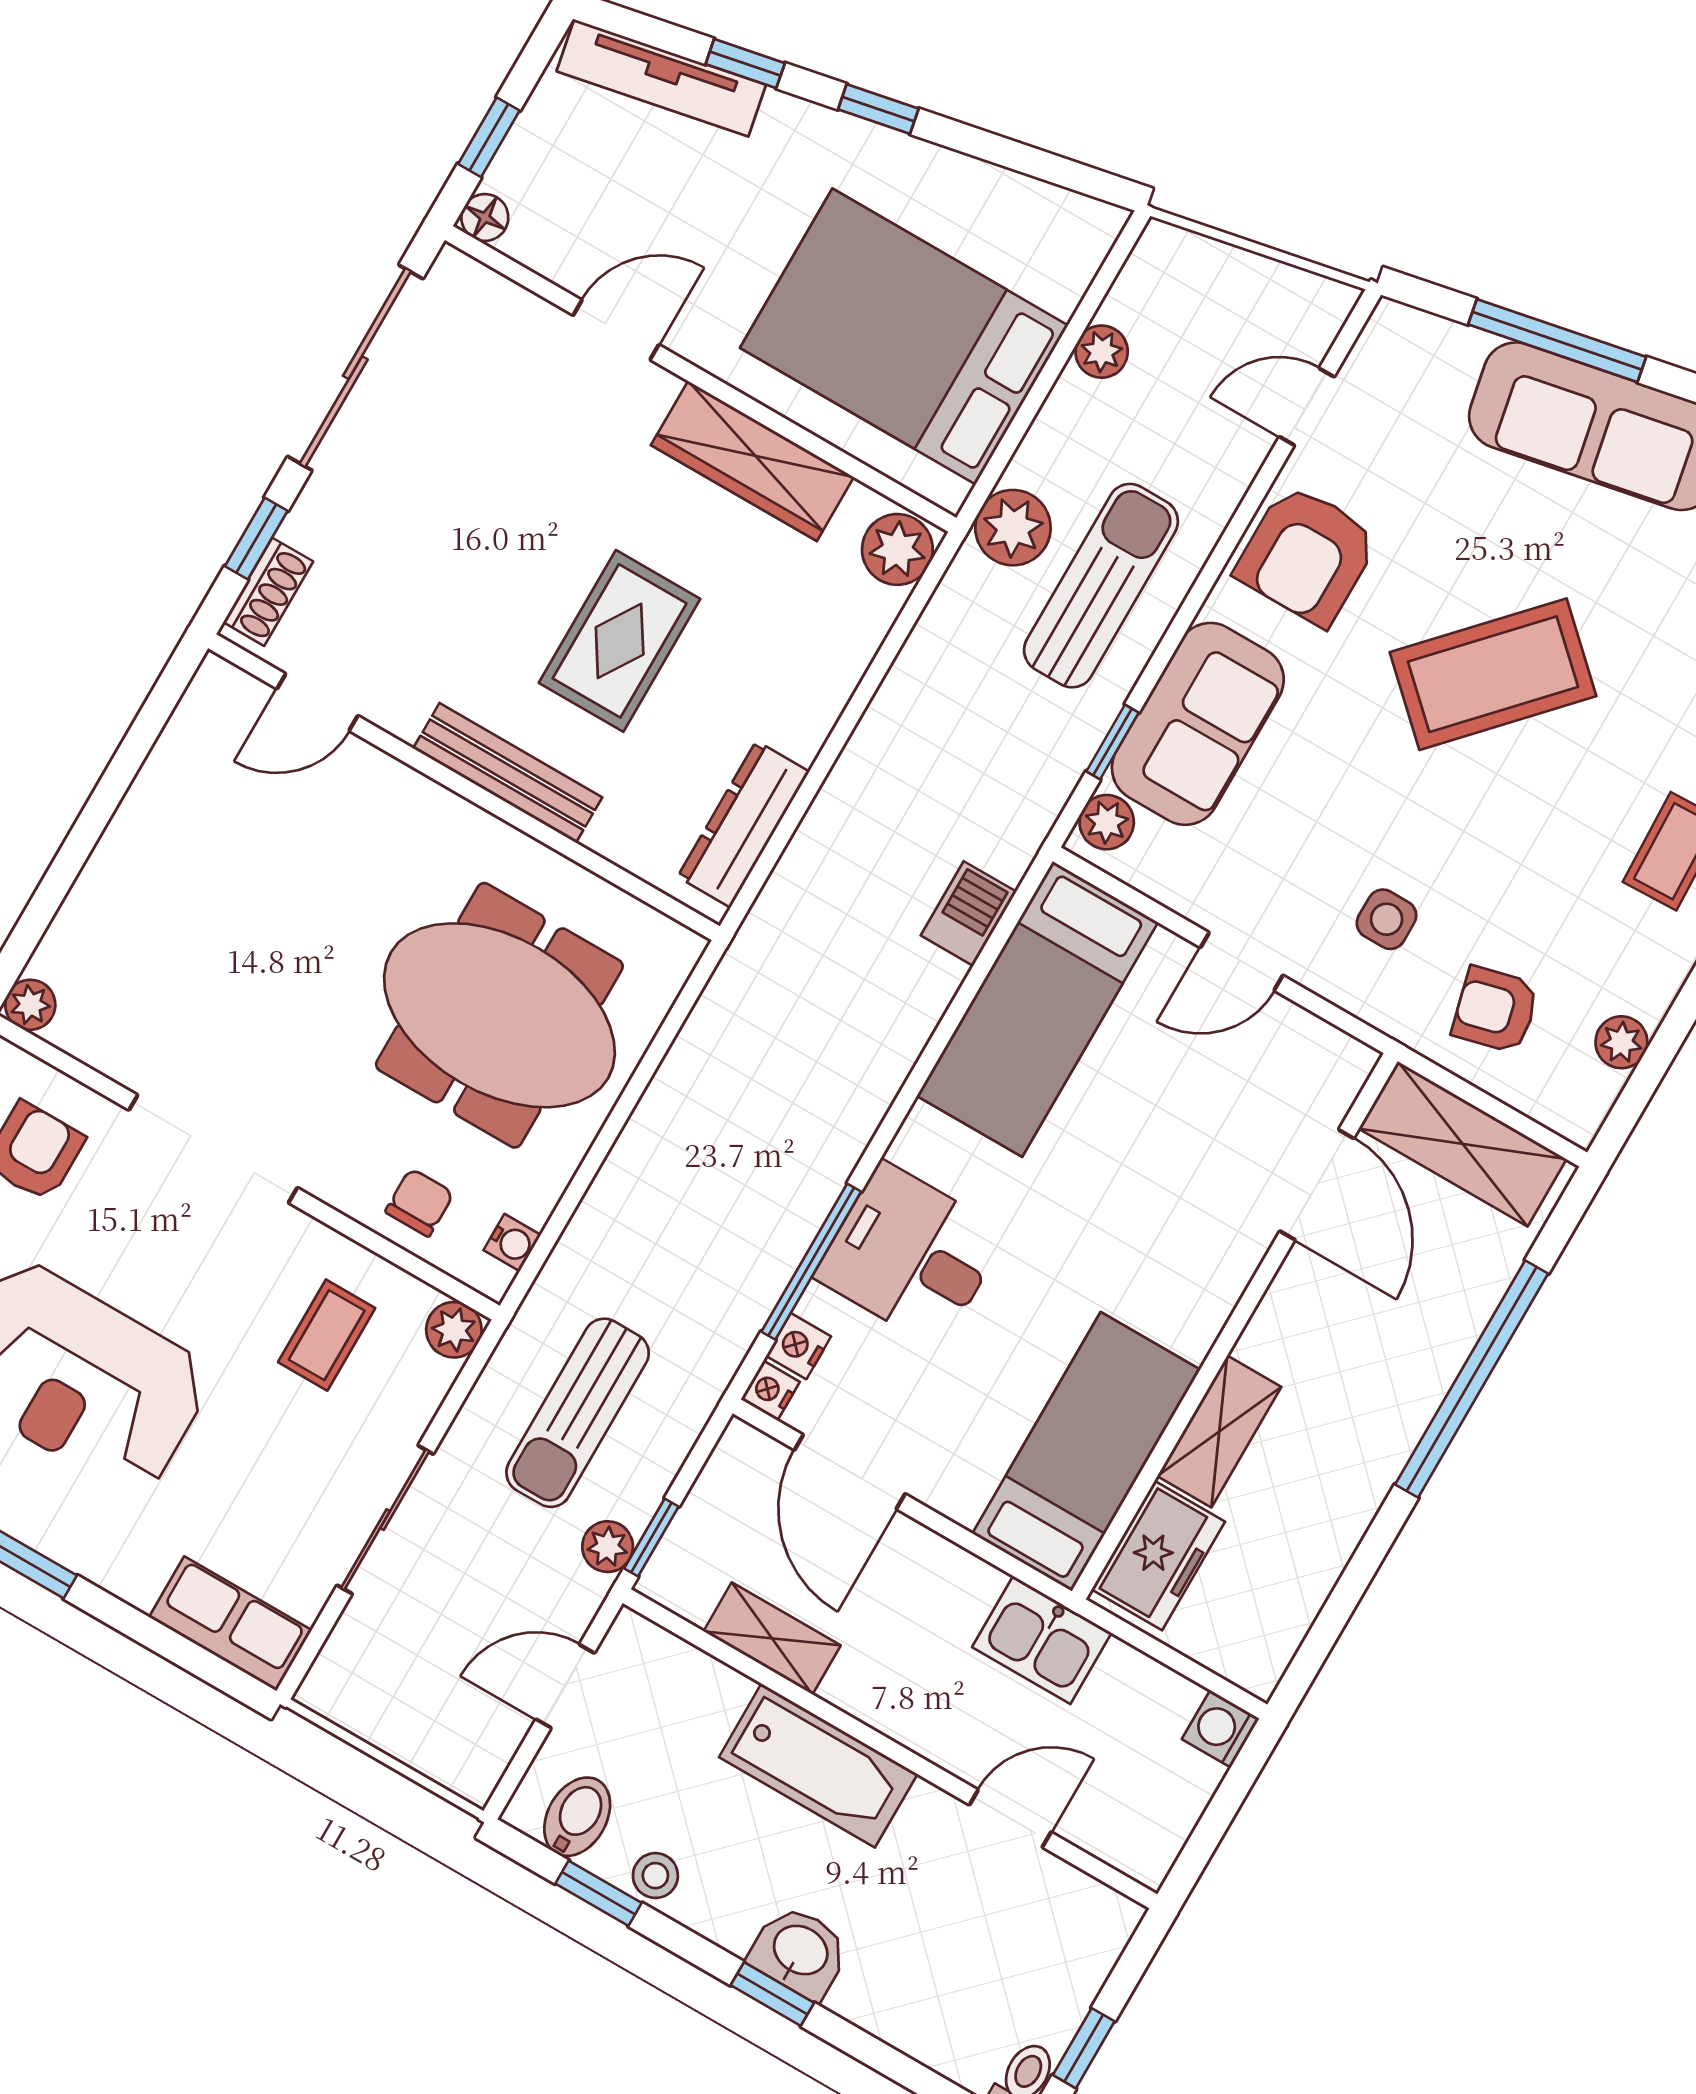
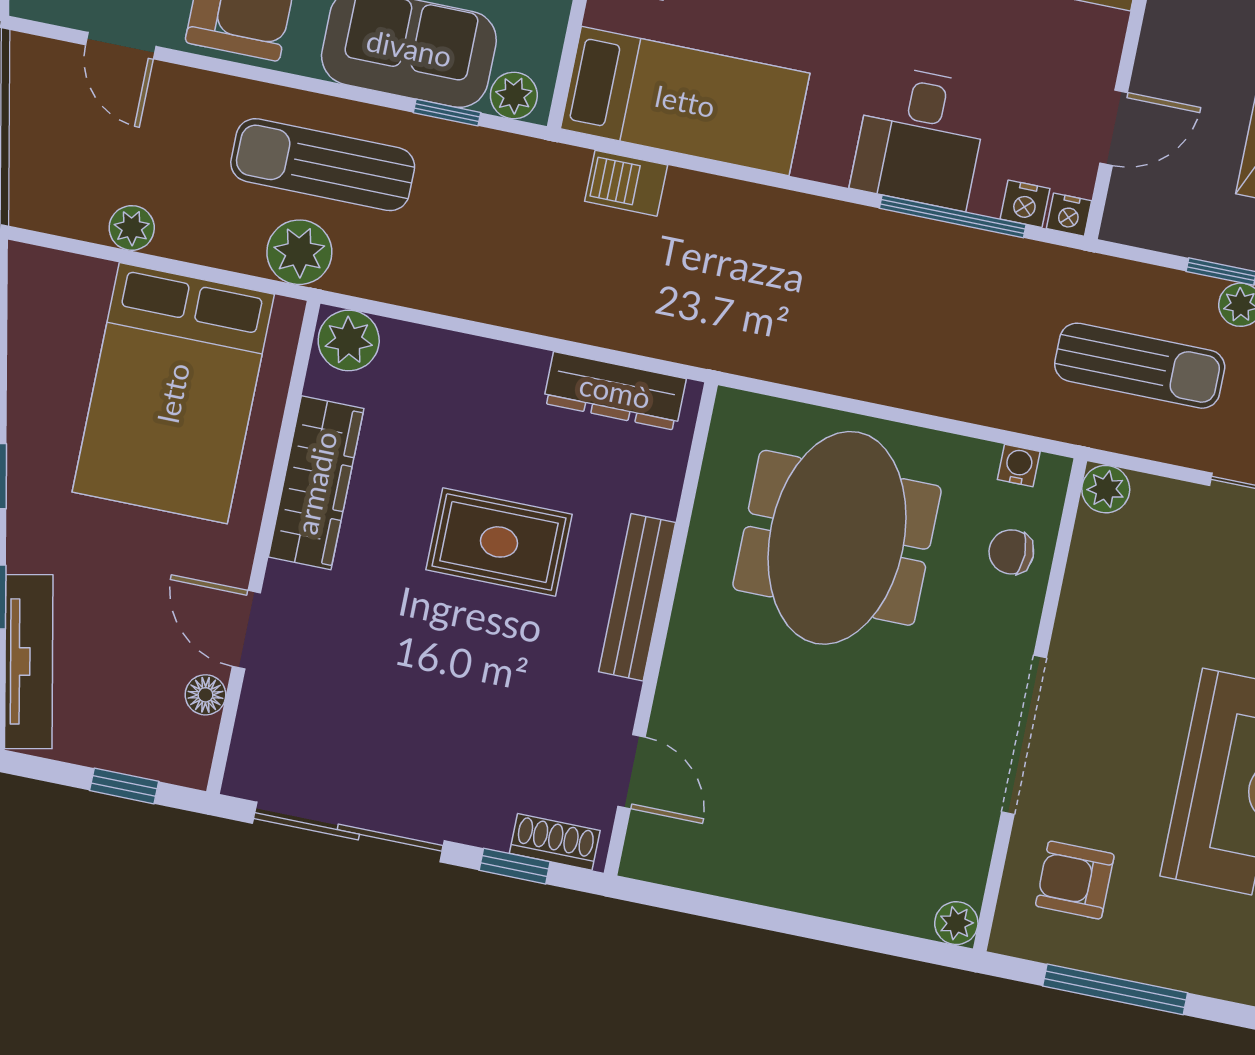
floor lamp: (485, 217) -> (205, 695), moved
coffee table: (327, 1335) -> (1145, 591), removed
door: (850, 1472) -> (1114, 128), width x0.73

